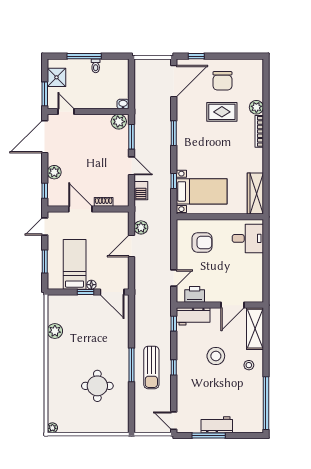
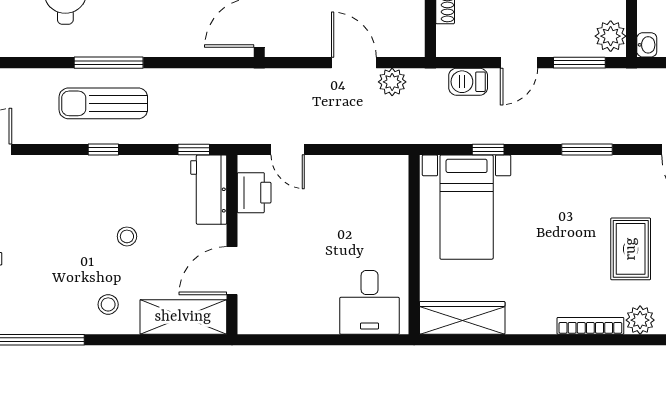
armchair: (202, 242) -> (361, 208), removed
door: (232, 305) -> (232, 271), hinge flipped
stool: (216, 356) -> (127, 236), width x0.53, depth x0.53

